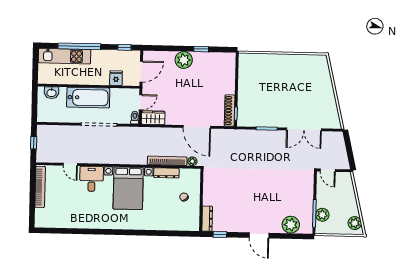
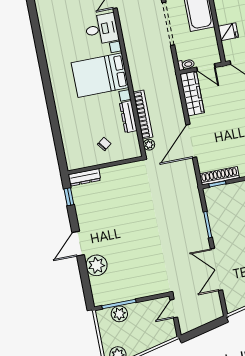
wardrobe: (153, 118) -> (192, 93), width x1.50
plant: (291, 225) -> (97, 265), moved

